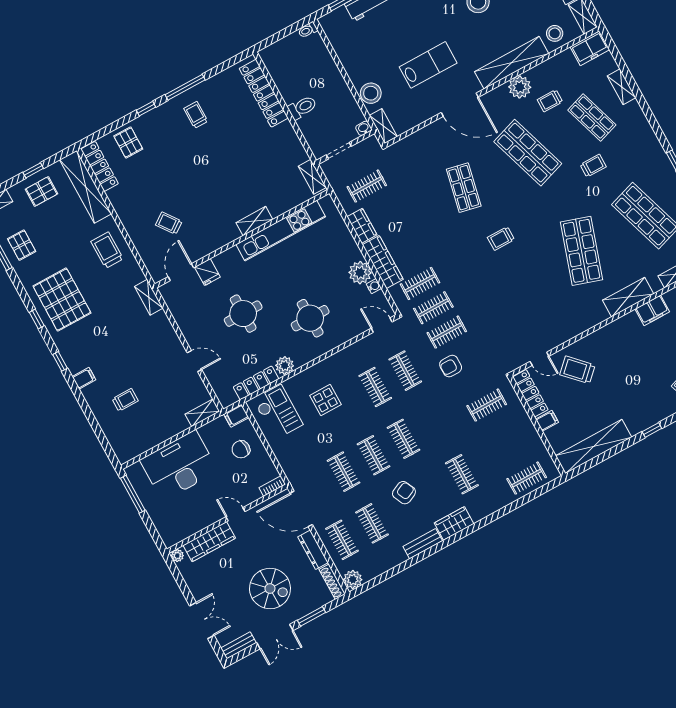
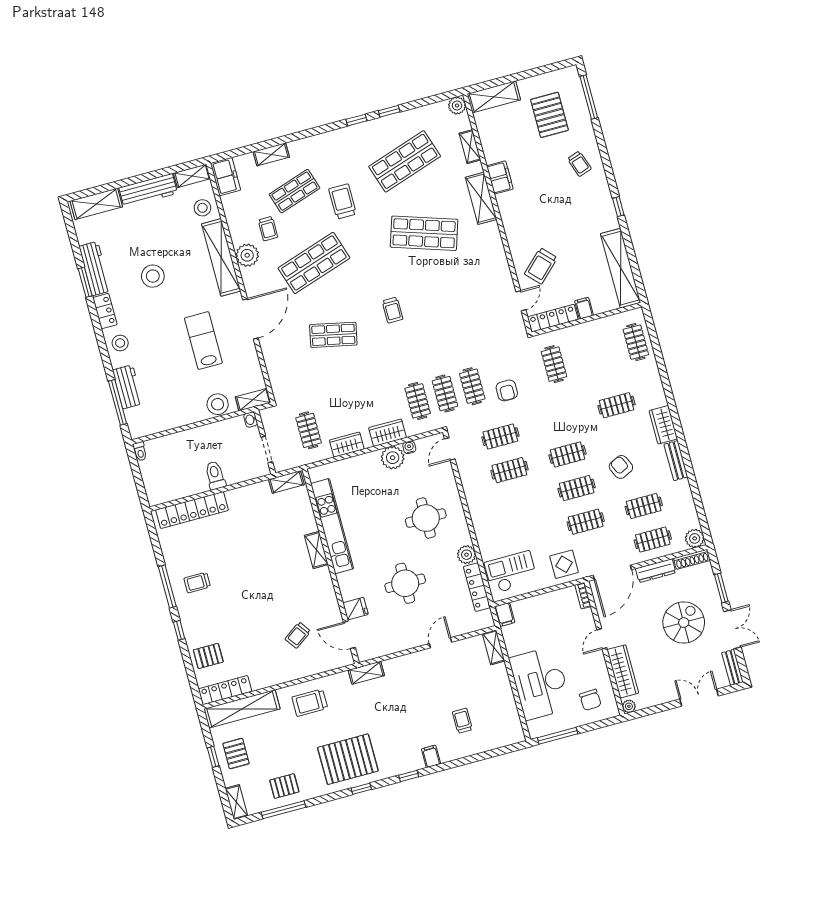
trolley: (593, 166) -> (343, 201), width x1.36, depth x1.39
wardrobe: (383, 262) -> (388, 433), width x0.67
display table: (325, 400) -> (564, 564), moved
chair: (241, 449) -> (590, 700), moved

